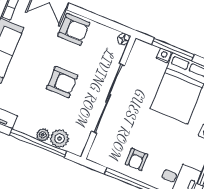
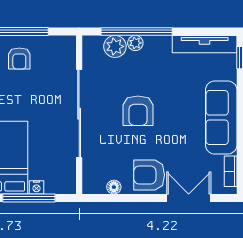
floor lamp: (124, 39) -> (114, 187), moved
armchair: (62, 82) -> (138, 111), turned -90
armchair: (137, 159) -> (19, 58), turned 180

